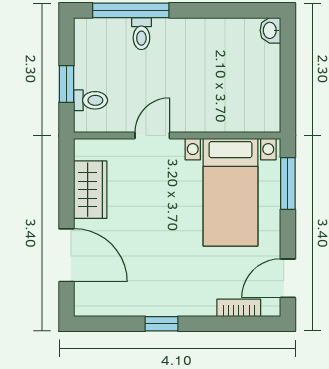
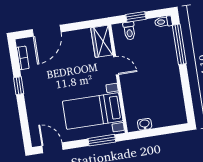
washbasin: (270, 30) -> (145, 124), moved
toilet: (141, 34) -> (163, 22), moved
wardrobe: (90, 190) -> (102, 41), moved, turned 90
bookcase: (239, 308) -> (23, 58), moved

